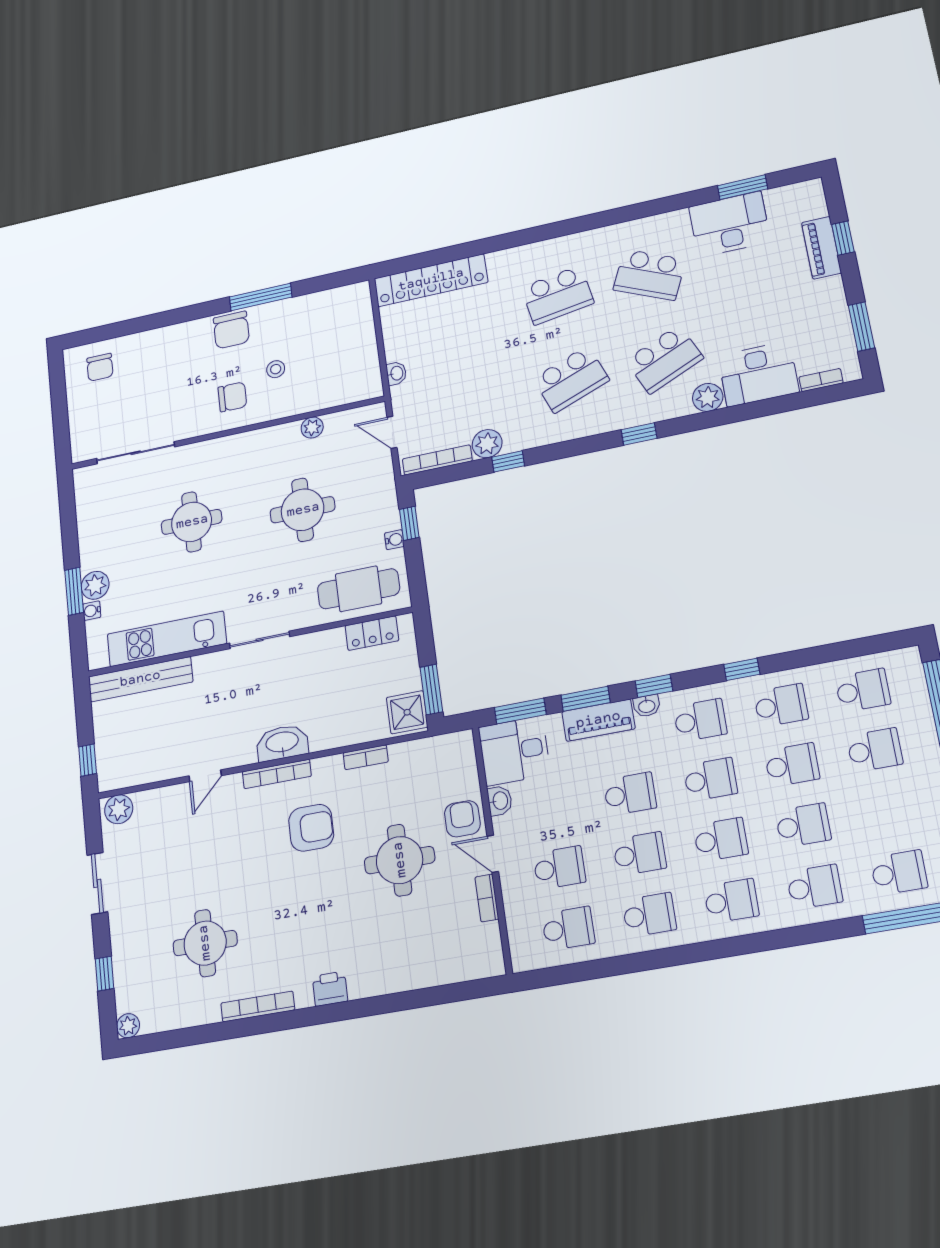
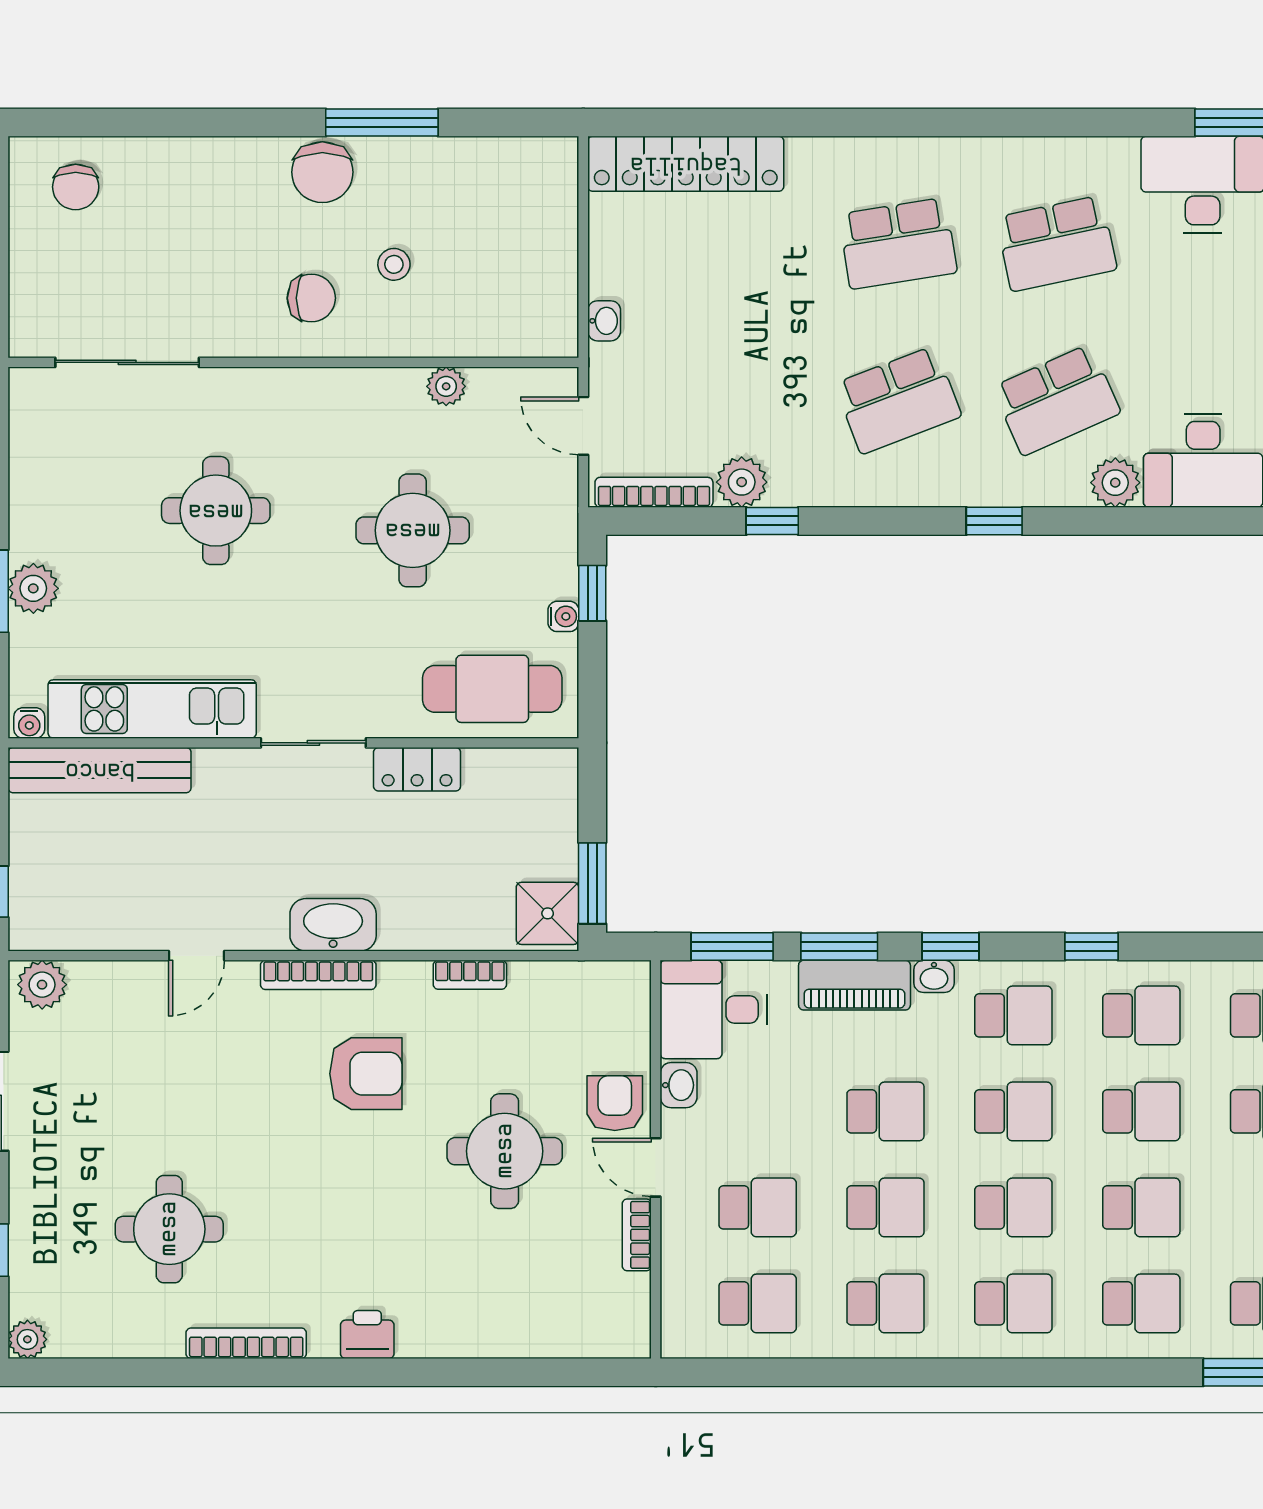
school desk: (649, 275) -> (1056, 243), turned -36
water cooler: (92, 611) -> (29, 723), moved, turned -90
locker: (372, 633) -> (417, 769), moved

